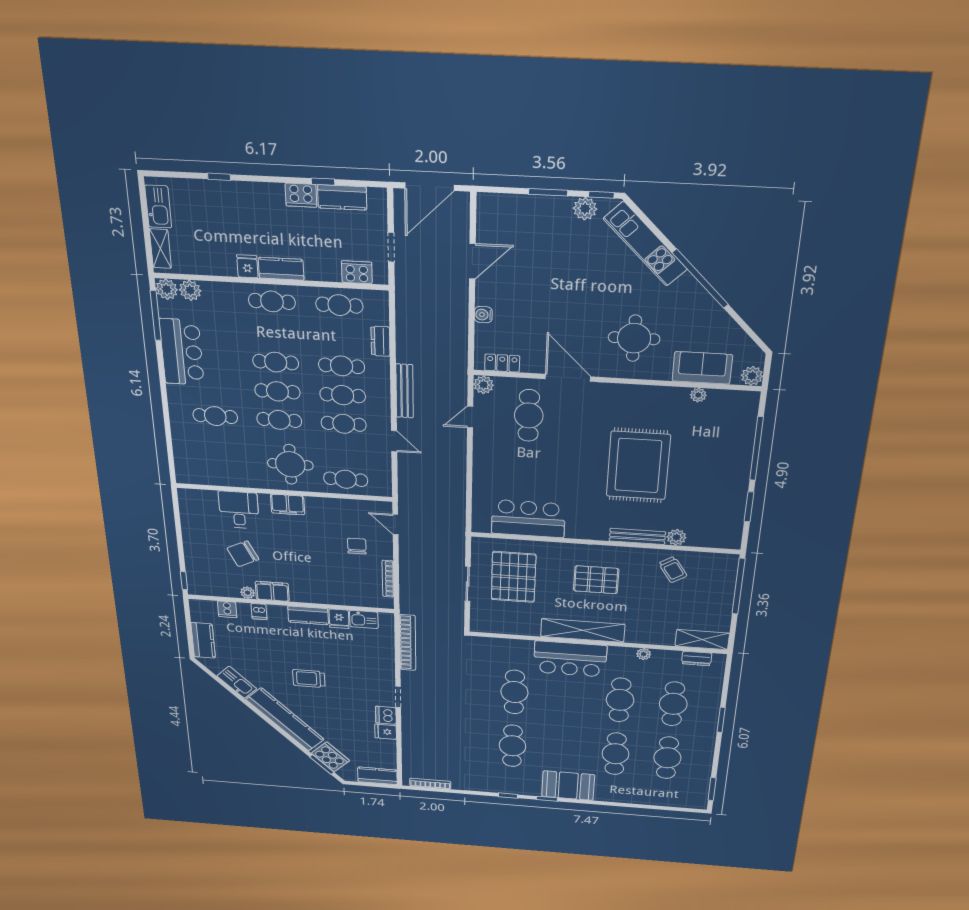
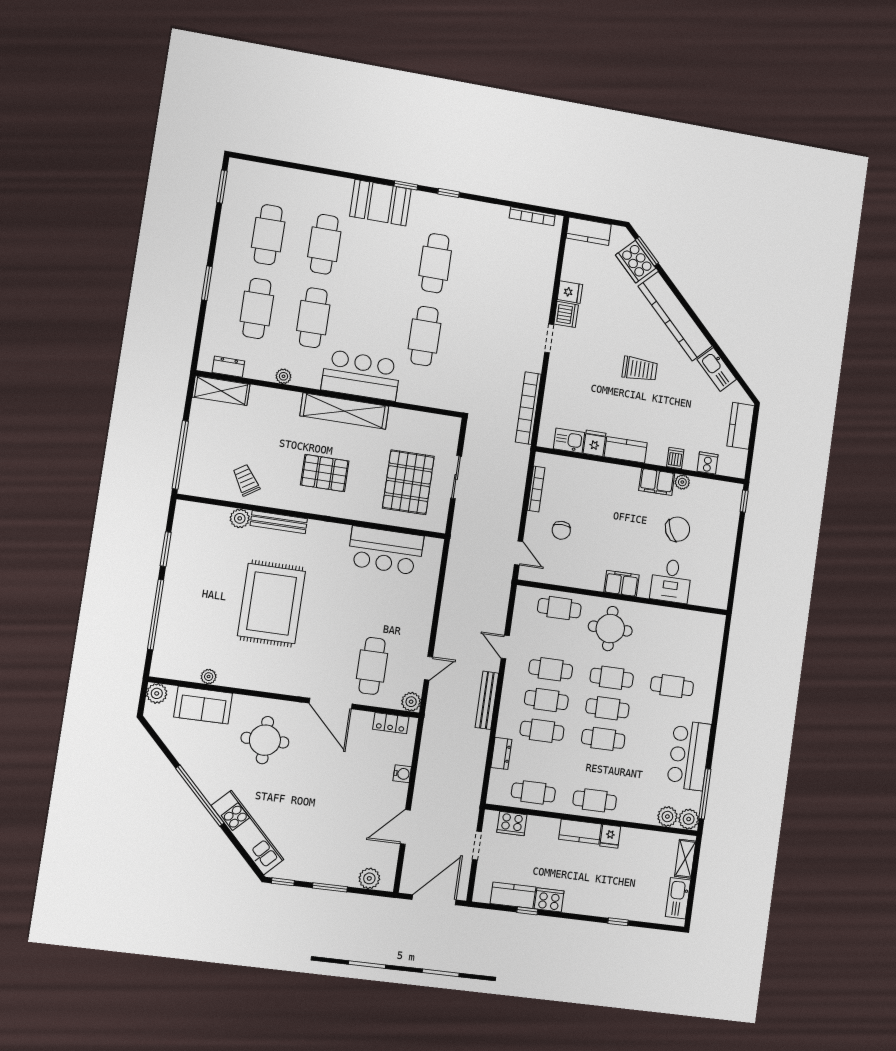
plant: (585, 209) -> (369, 878), moved

